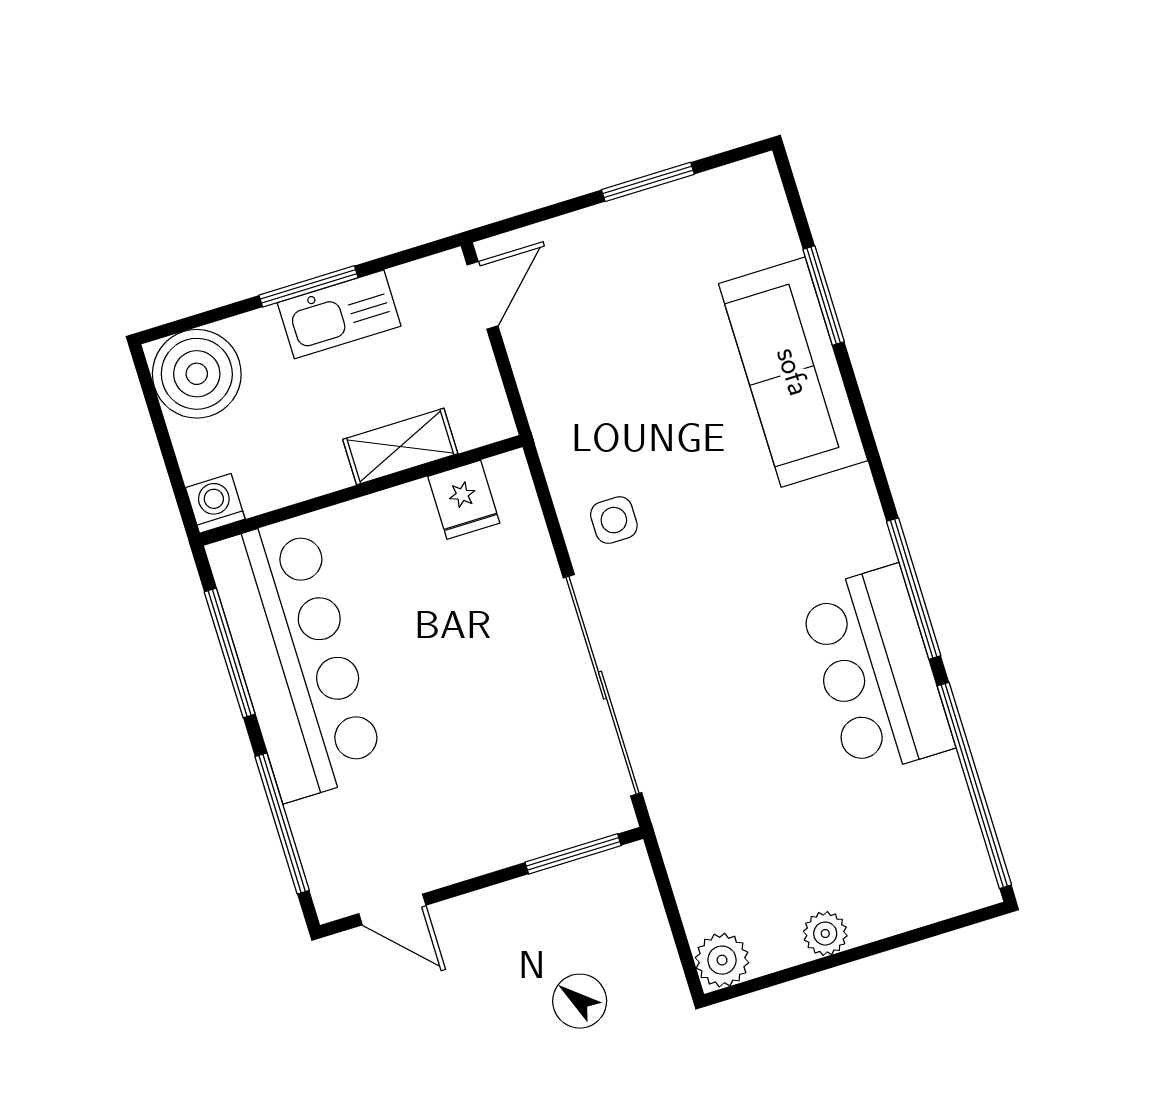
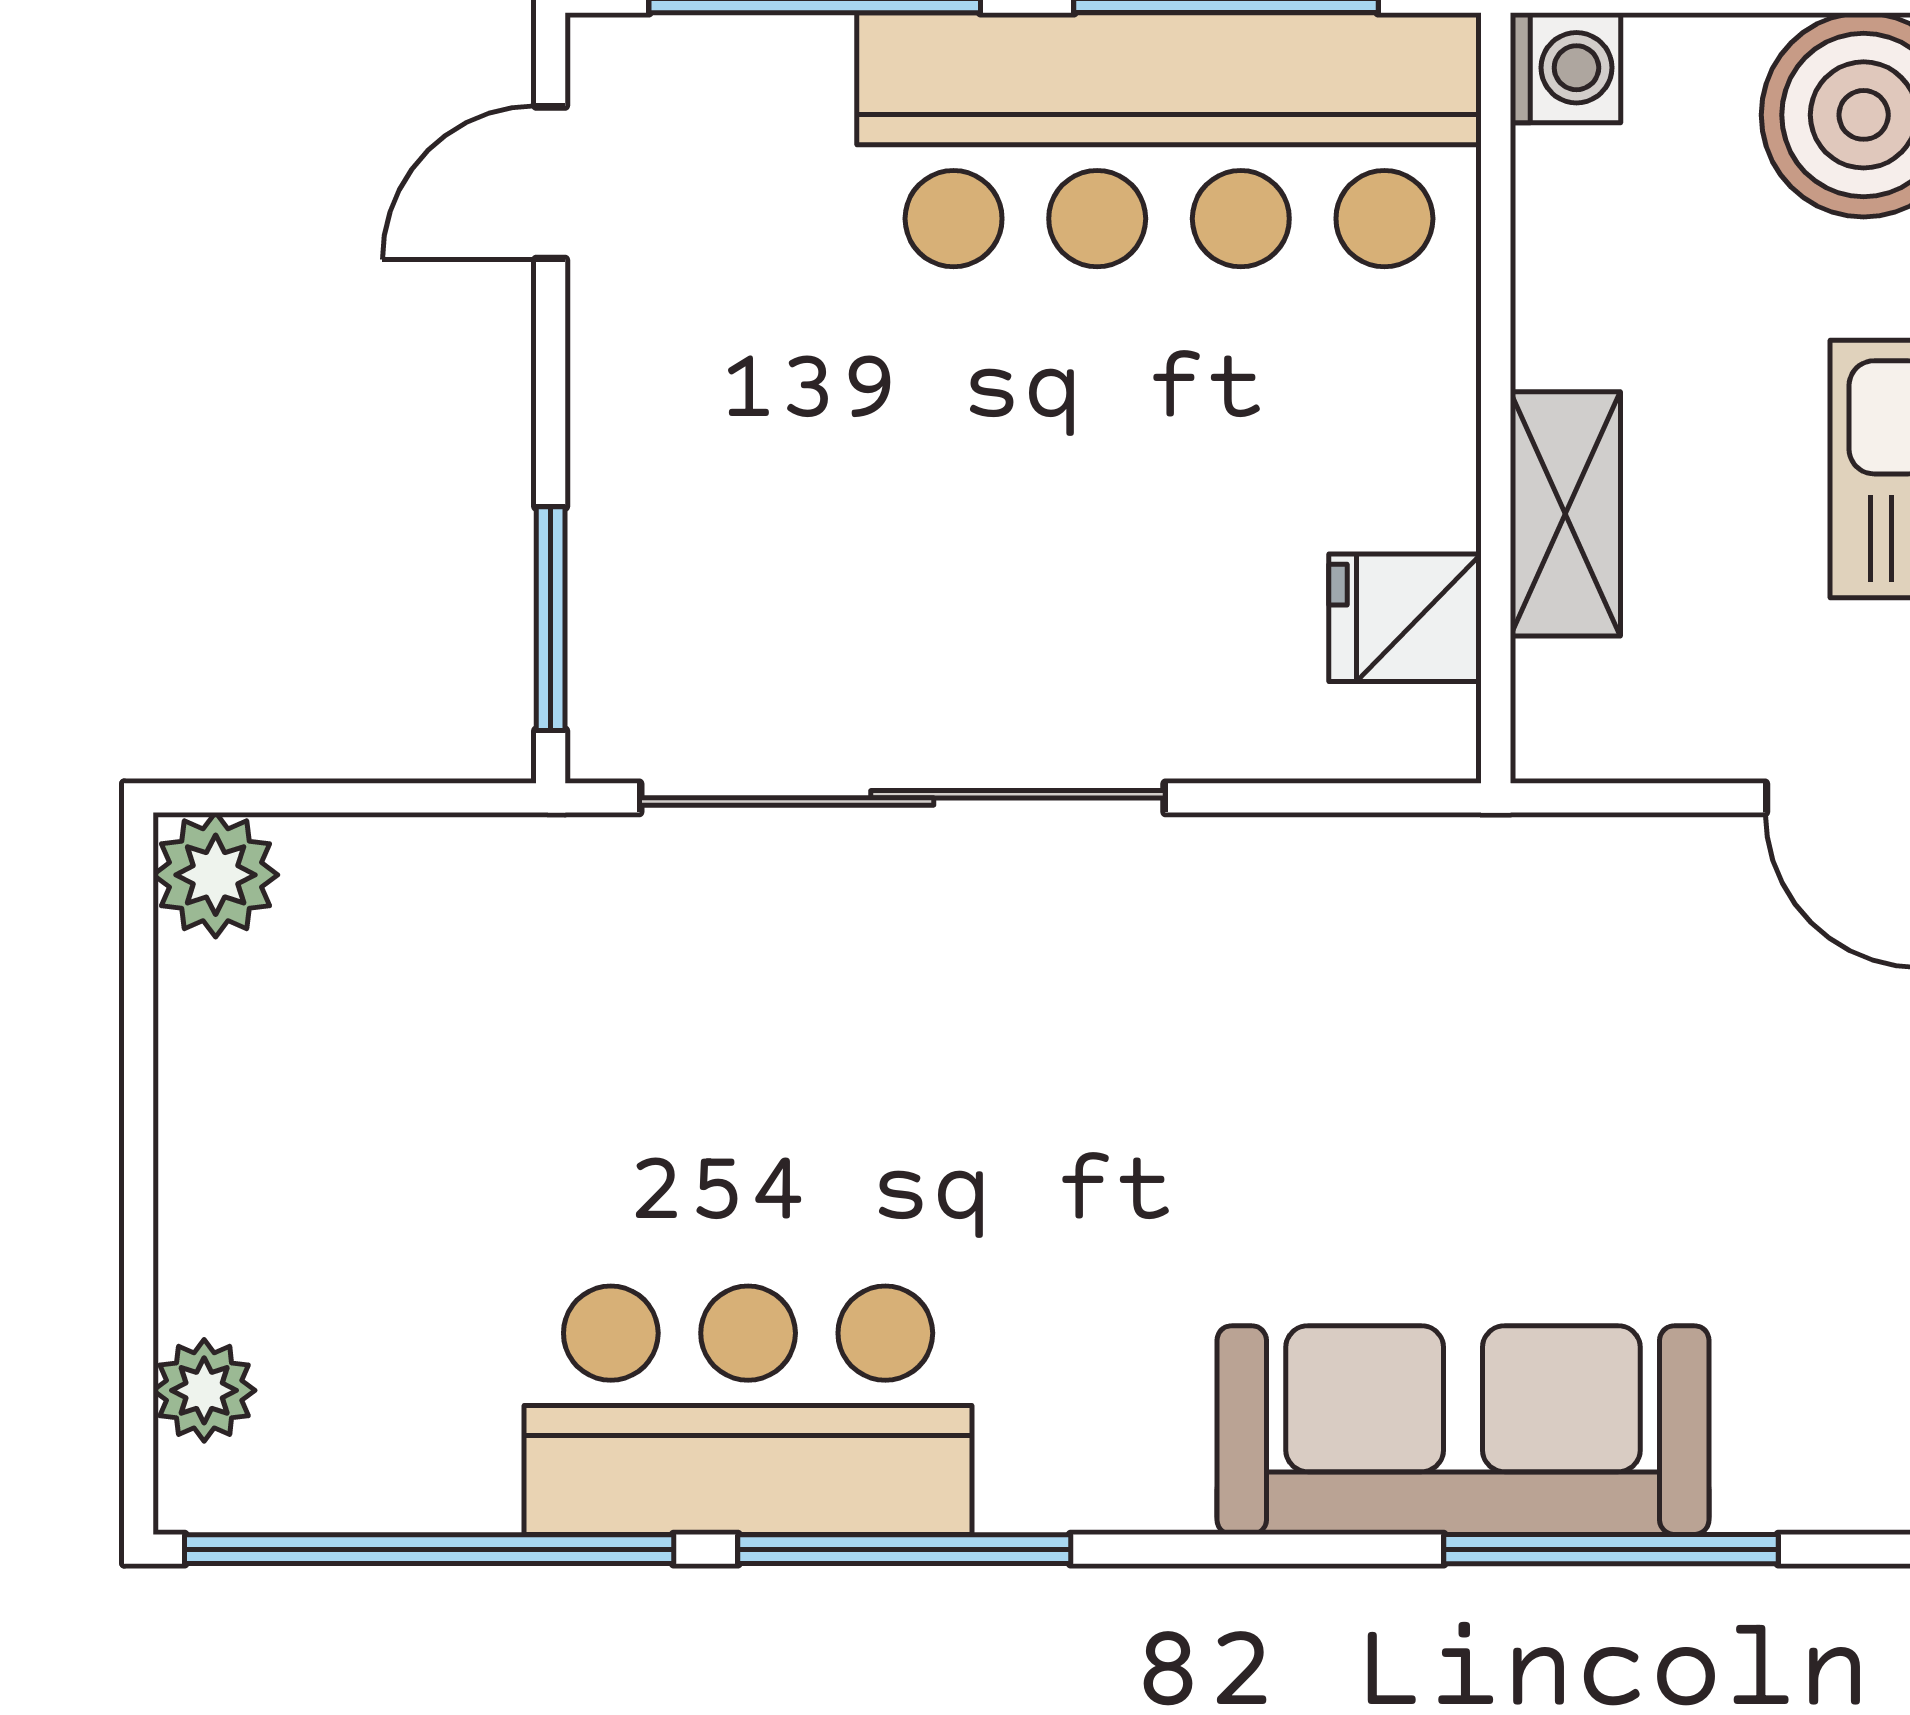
window: (824, 296) -> (1611, 1549), width x1.44
side table: (614, 520) -> (1259, 935), removed
plant: (825, 934) -> (204, 1390), moved

